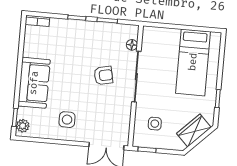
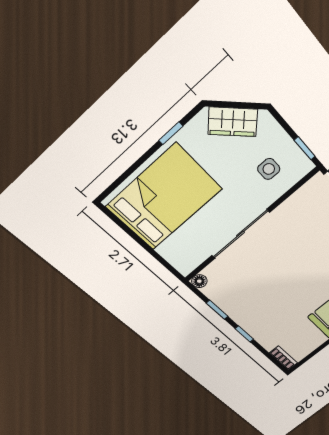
floor lamp: (132, 45) -> (199, 281), moved
bed: (193, 62) -> (164, 198), width x1.50
armchair: (103, 75) -> (273, 263), removed

